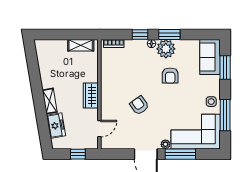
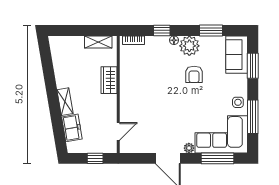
window: (169, 35) -> (211, 30), moved
wardrobe: (91, 95) -> (109, 80), moved
armchair: (139, 105) -> (161, 106), removed
window: (180, 154) -> (217, 158), moved

